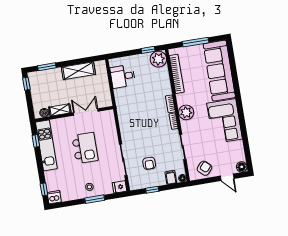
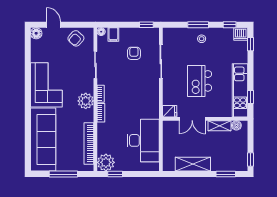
desk: (123, 76) -> (143, 140), width x1.87, depth x1.30
fridge: (120, 187) -> (170, 111), moved
window: (152, 190) -> (146, 25), moved
window: (66, 204) -> (230, 25), added

